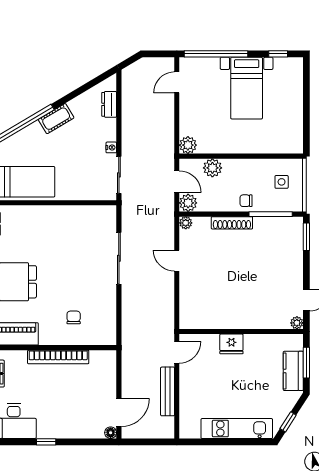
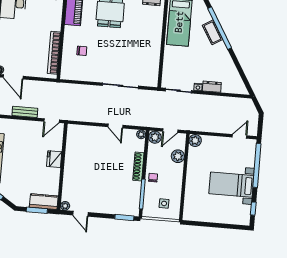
door: (177, 82) -> (239, 136), hinge flipped
dresser: (109, 104) -> (212, 87), moved
cot: (56, 119) -> (213, 32), moved
door: (177, 261) -> (115, 126), swing flipped
door: (177, 352) -> (52, 121), hinge flipped
bookcase: (58, 357) -> (54, 53), moved
kitchen counter: (293, 371) -> (44, 202), moved
bench: (168, 391) -> (25, 112), width x0.73

